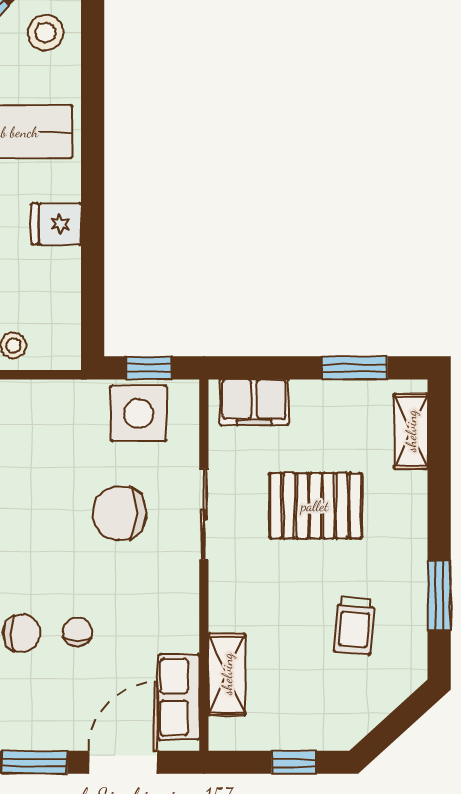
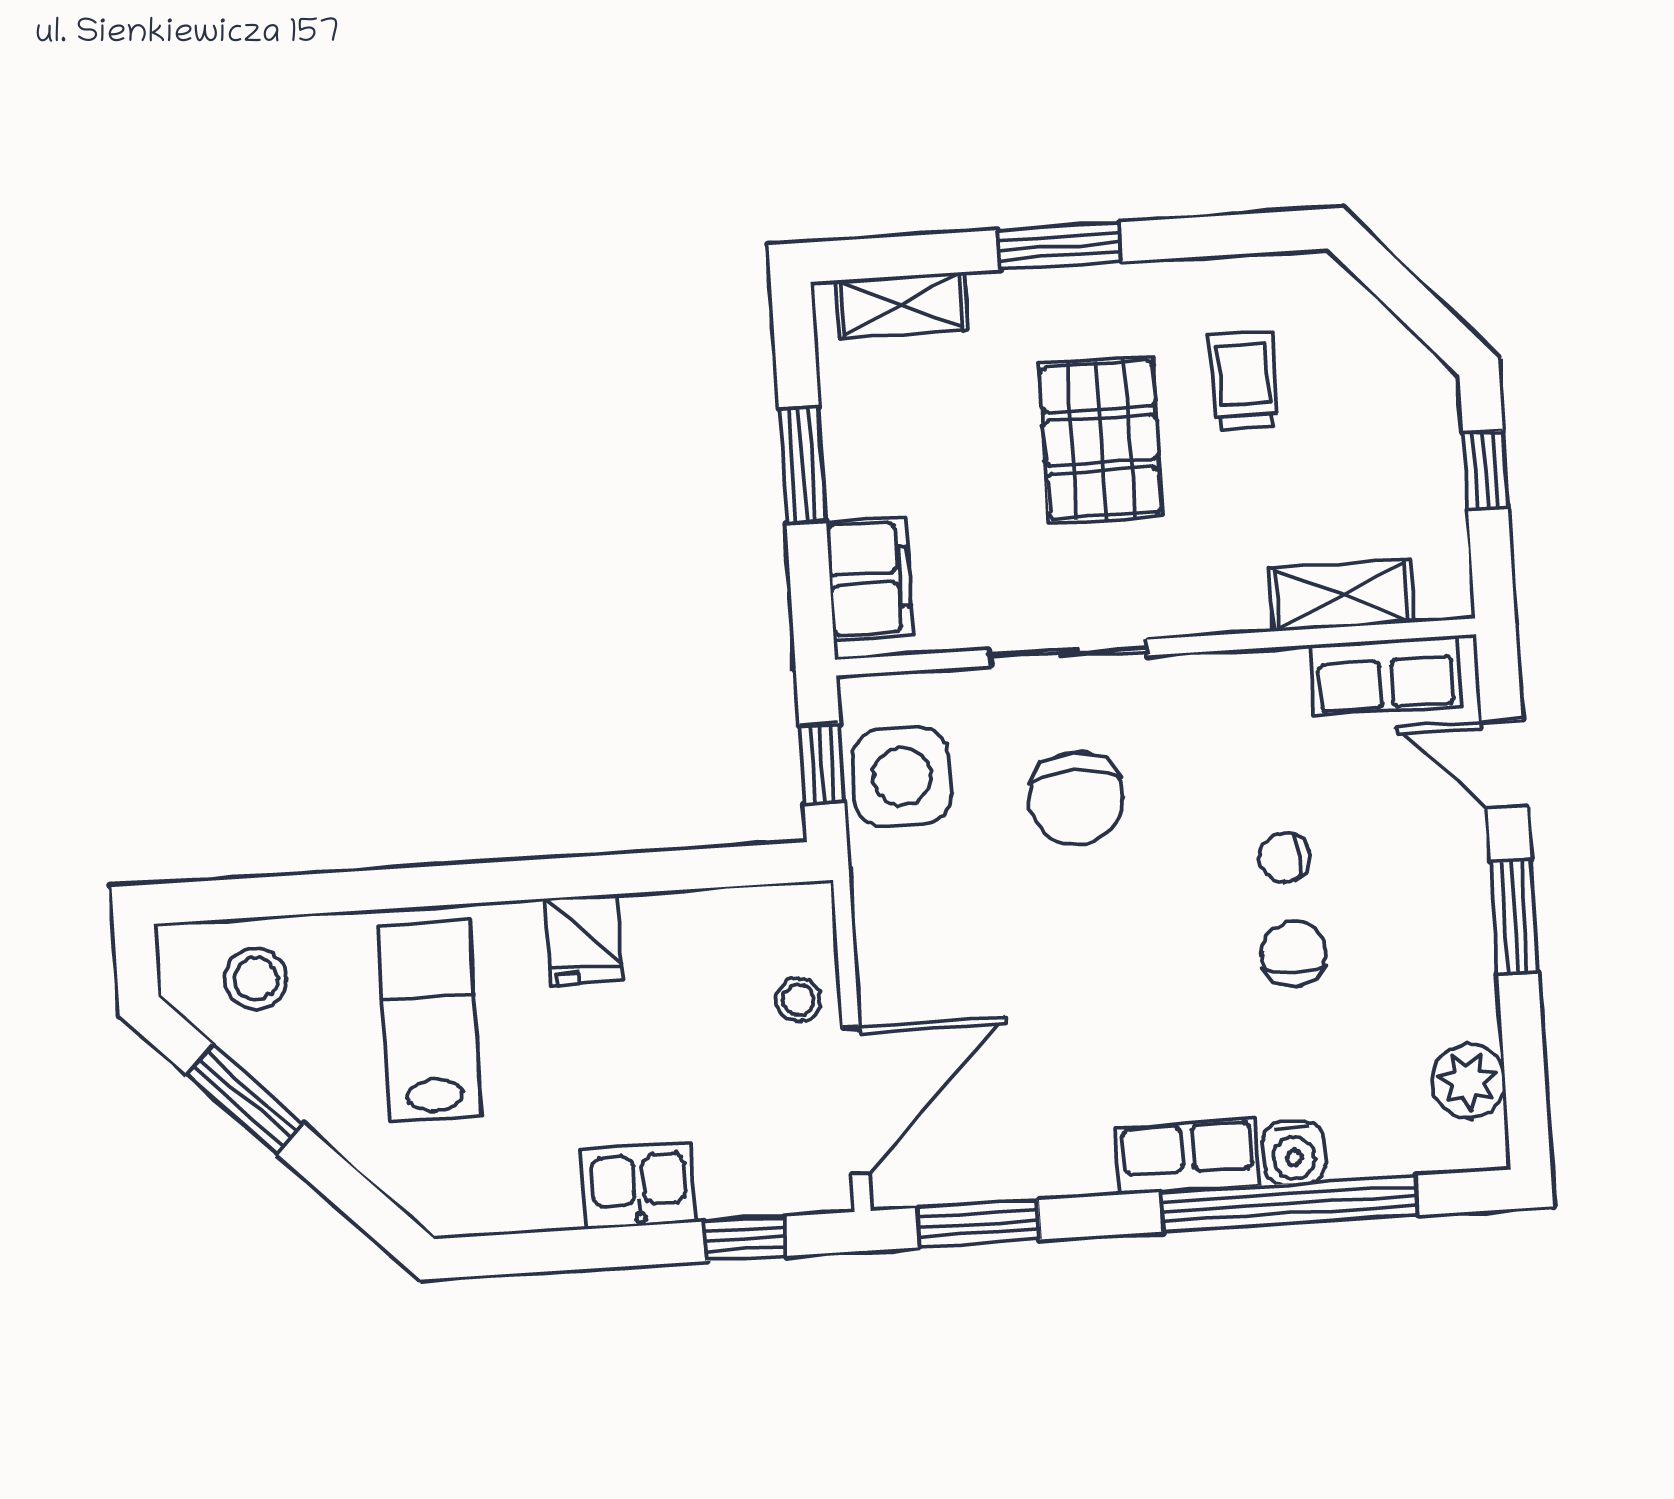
window: (354, 368) -> (803, 465), moved
pallet: (315, 506) -> (1101, 440), moved
window: (439, 595) -> (1060, 246), moved
trolley: (354, 626) -> (1244, 381), turned -95
door: (123, 762) -> (1504, 764), width x0.73

